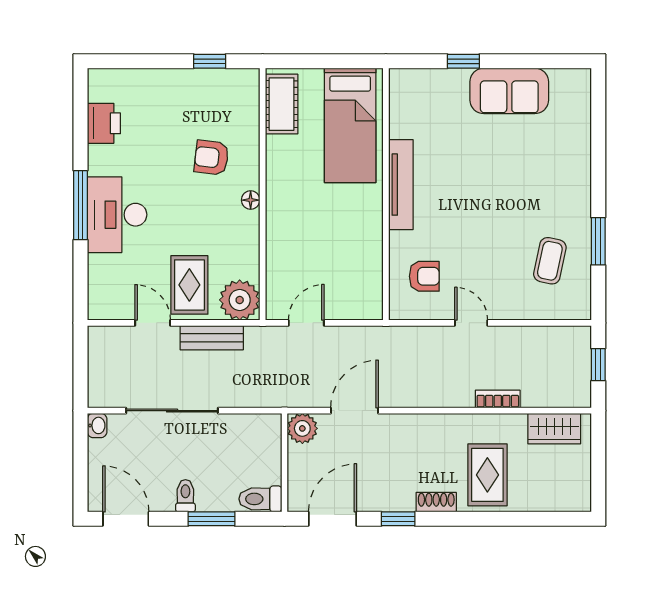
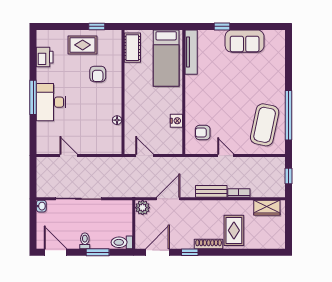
armchair: (211, 158) -> (98, 74), turned -97
tv unit: (401, 185) -> (191, 52), moved
floor lamp: (251, 200) -> (117, 120), moved
window: (598, 241) -> (288, 115), width x2.11
nightstand: (371, 252) -> (176, 121), added
coffee table: (550, 261) -> (265, 125), width x1.86, depth x1.72
armchair: (424, 276) -> (203, 133), turned 180
rug: (189, 285) -> (83, 45), moved, turned 90
plant: (240, 300) -> (112, 144), removed
door: (306, 323) -> (144, 156), hinge flipped
bench: (212, 338) -> (211, 191), moved
shoe rack: (436, 502) -> (209, 244), width x1.43

